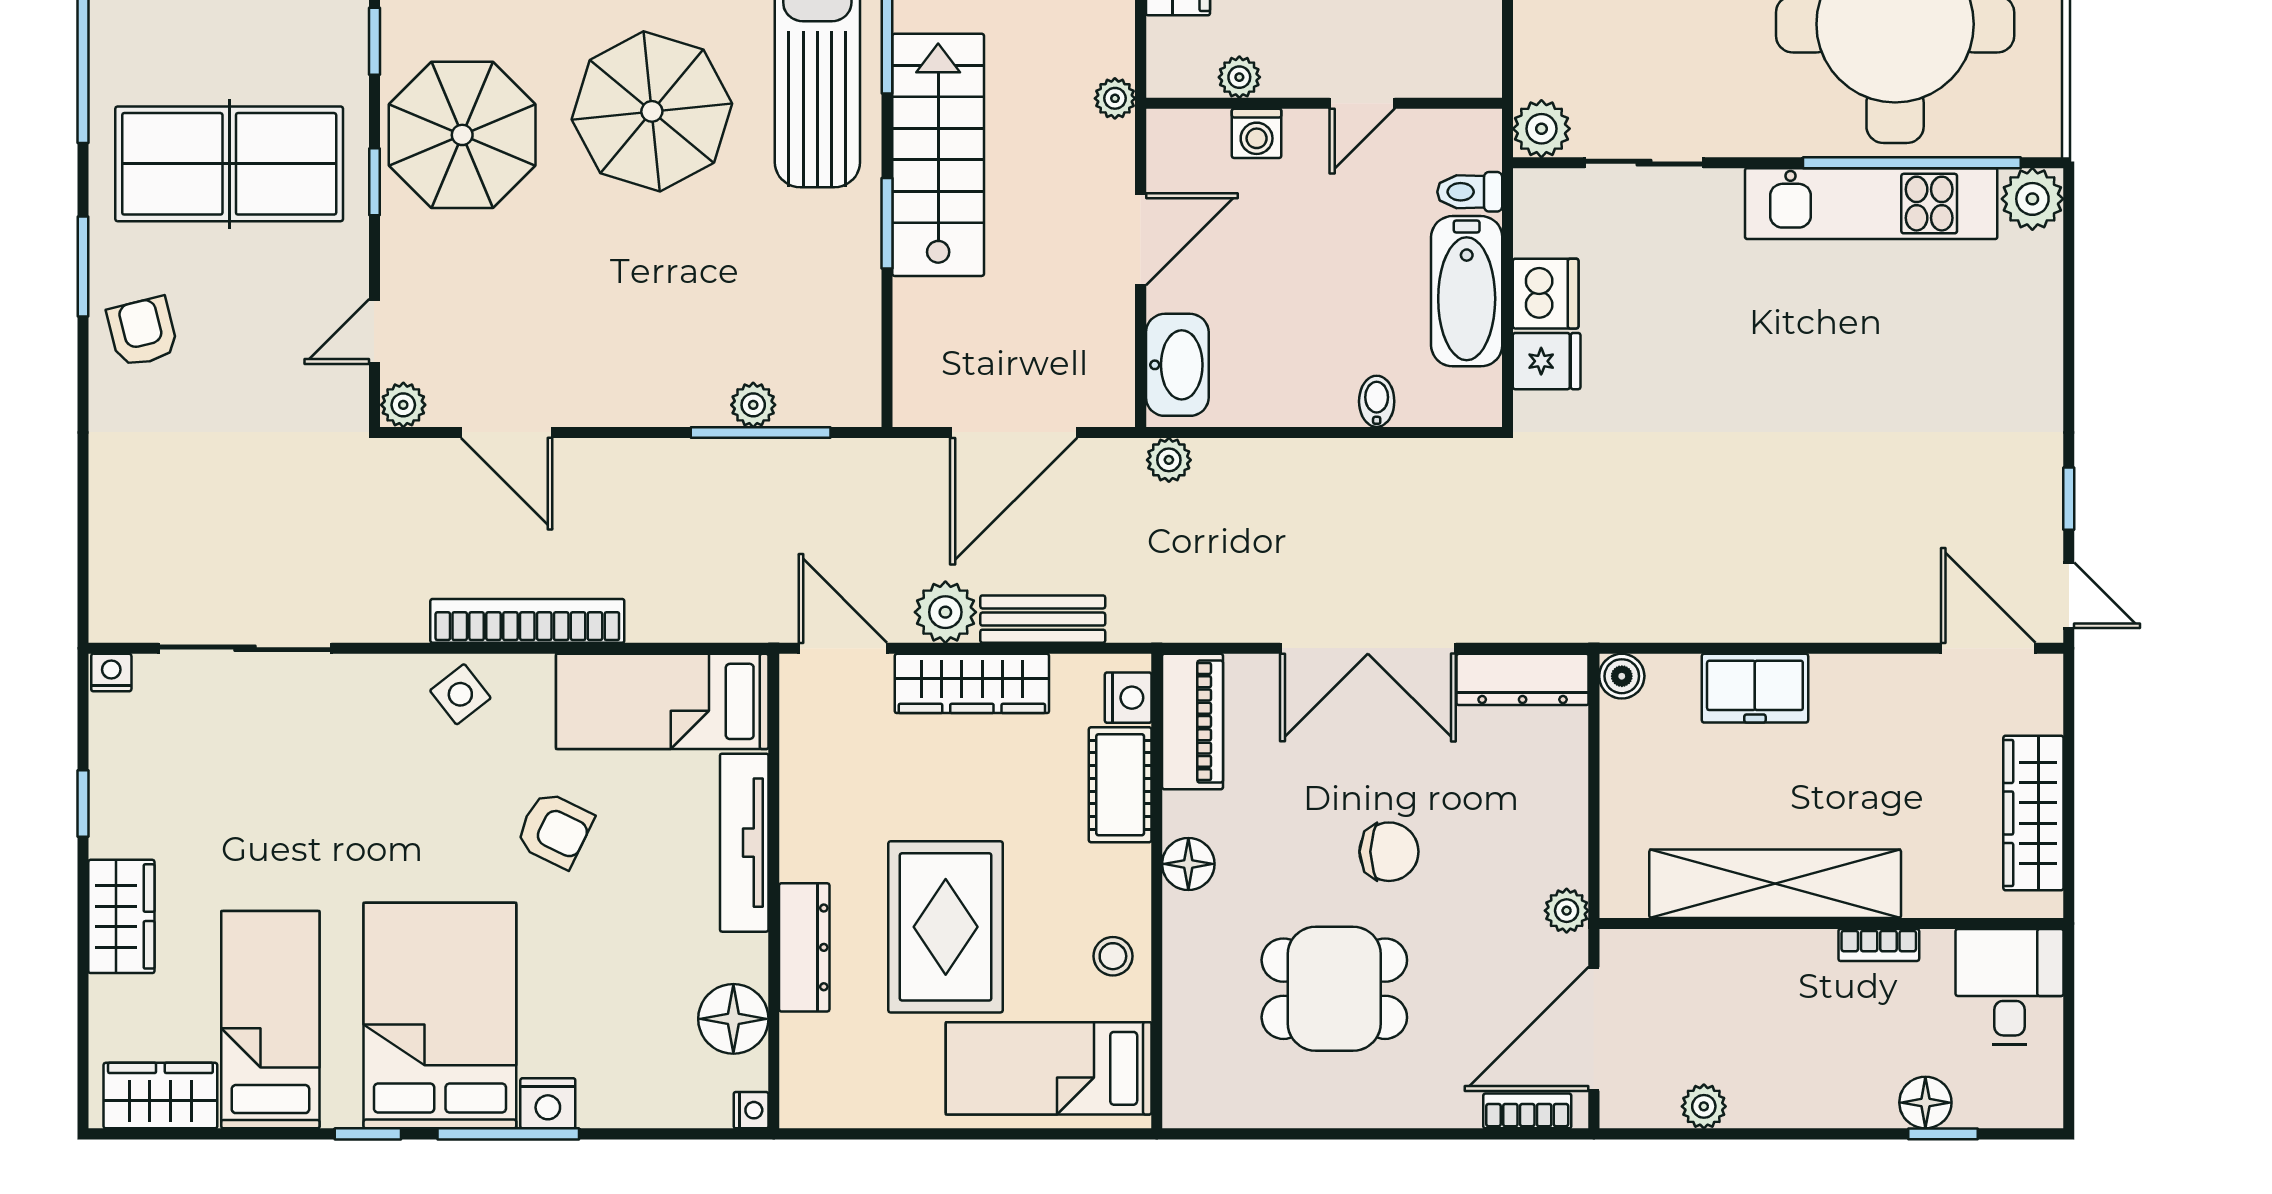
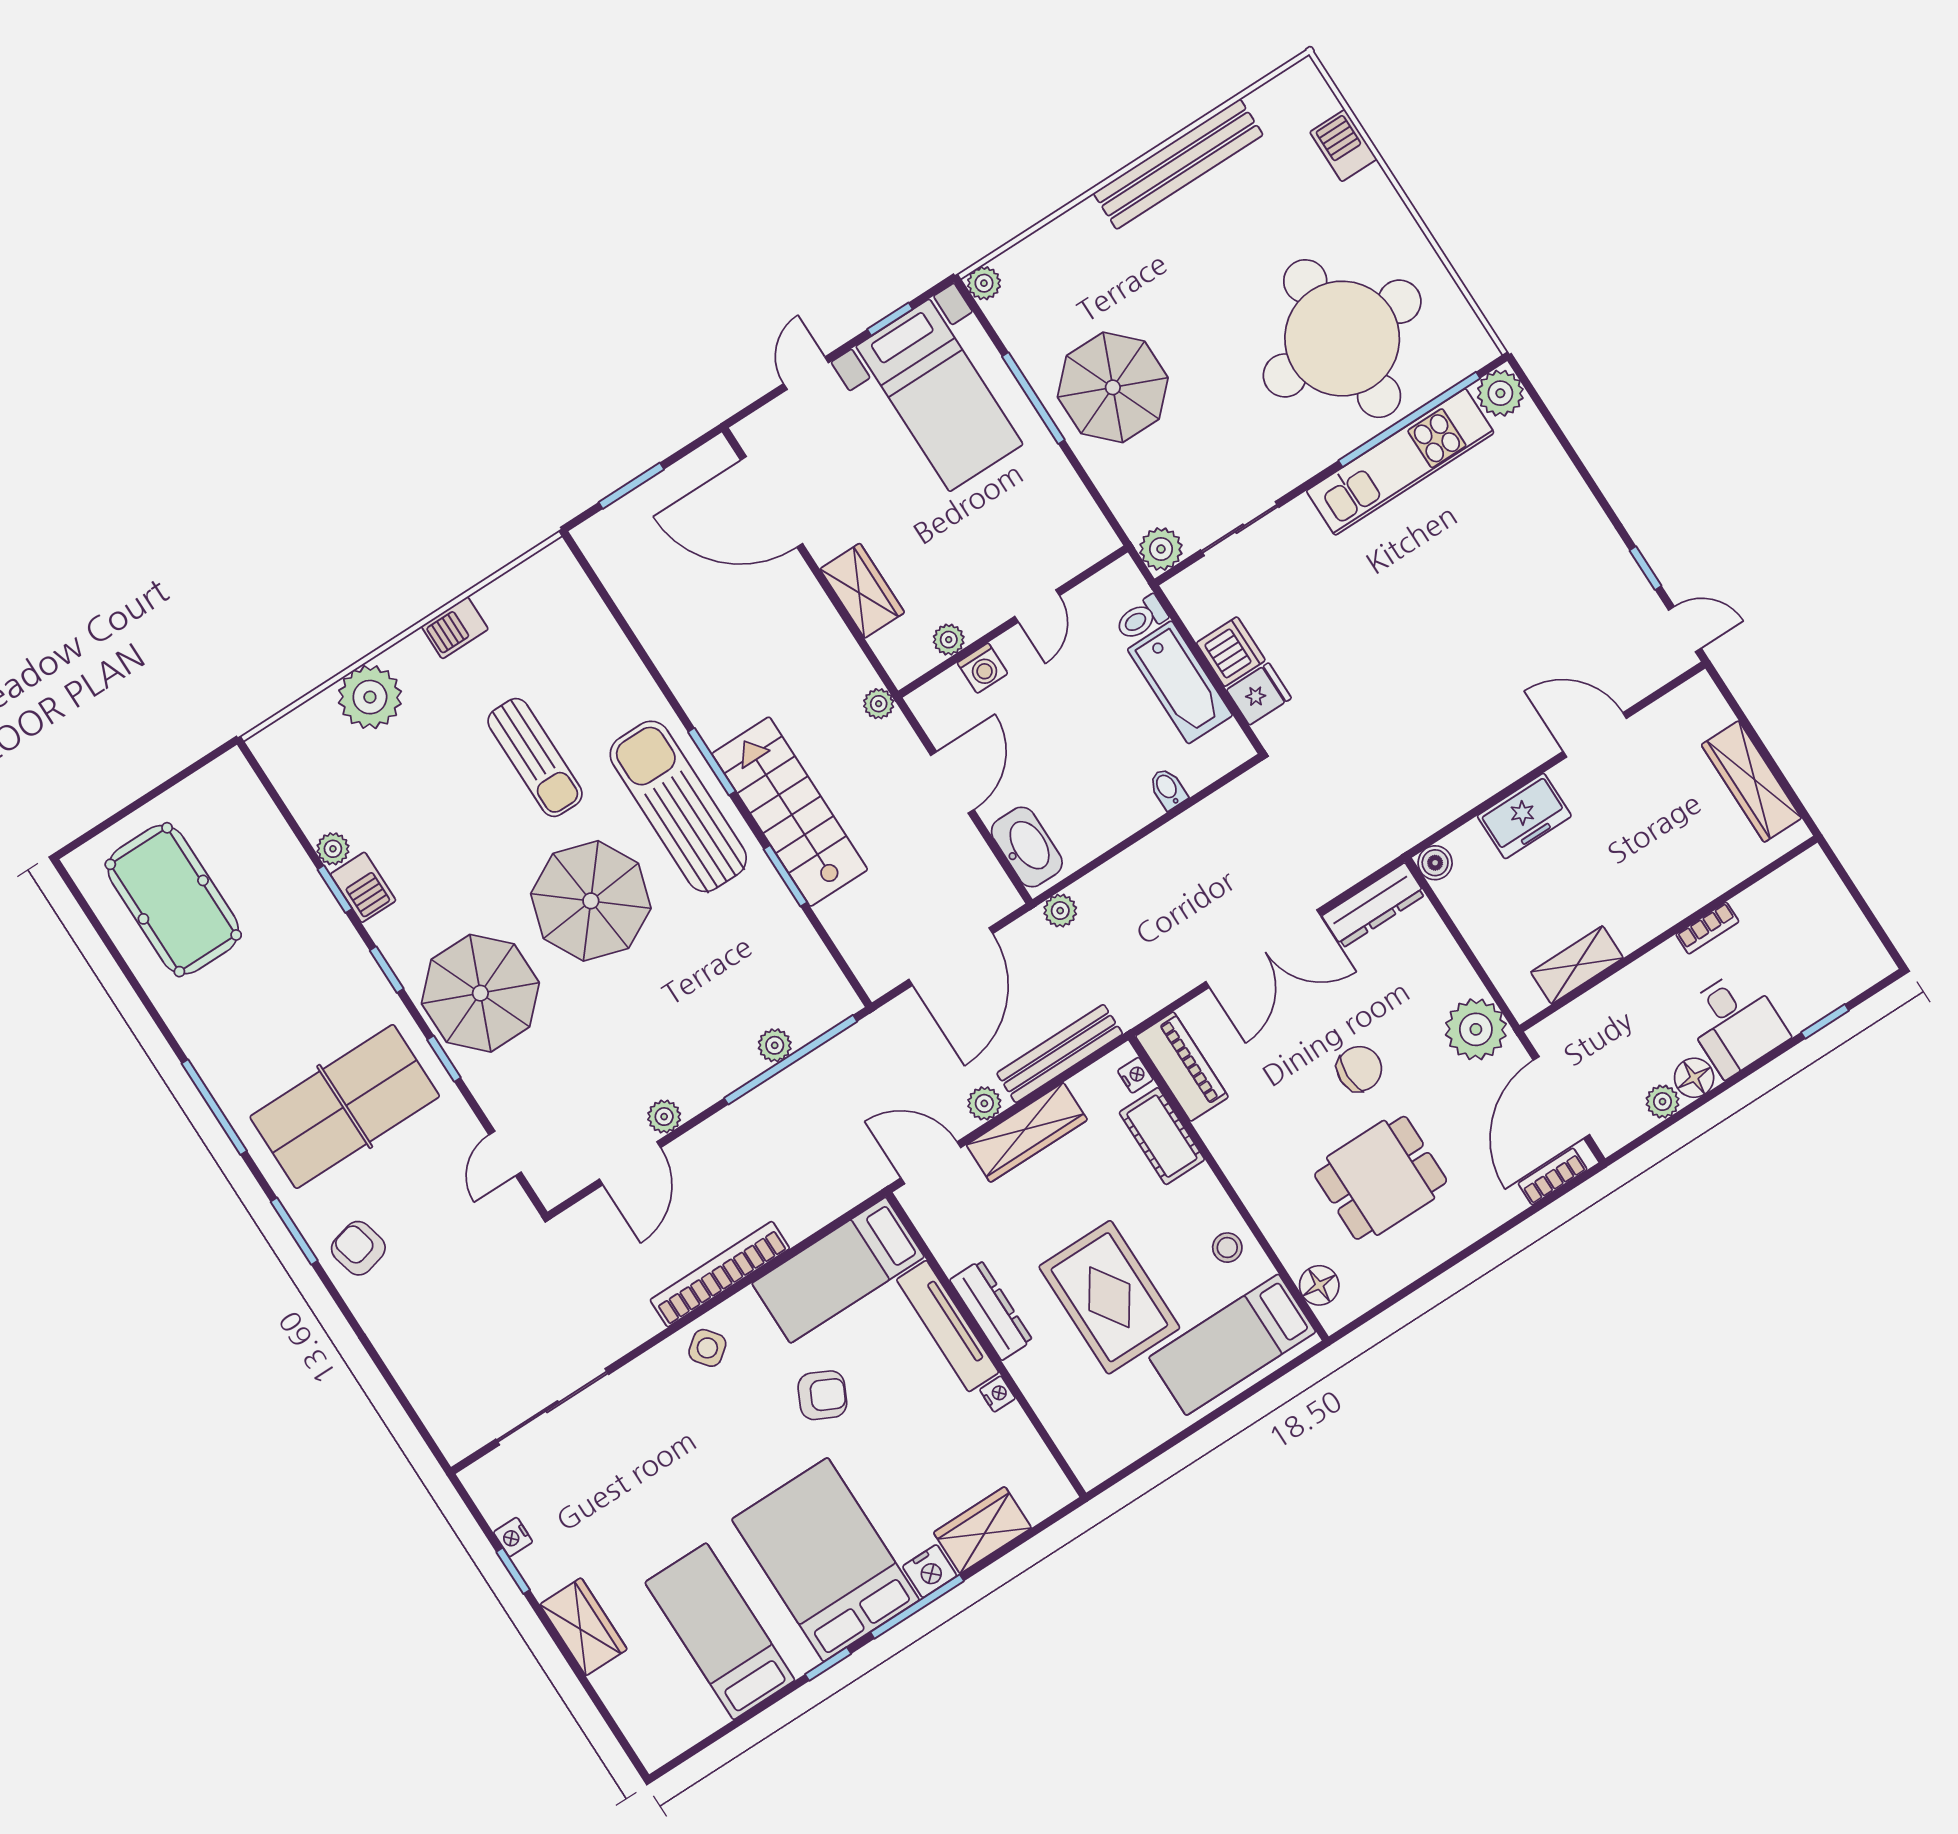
plant: (403, 405) -> (664, 1117), moved
door: (507, 432) -> (630, 1163), hinge flipped
window: (761, 432) -> (791, 1060), width x1.46
plant: (945, 612) -> (984, 1103), width x0.73, depth x0.73
bench: (1043, 619) -> (1060, 1054), width x1.36
door: (1988, 648) -> (1595, 735), moved
nightstand: (111, 673) -> (513, 1537), moved, turned -90
nightstand: (1128, 698) -> (1135, 1075), width x0.72, depth x0.74
floor lamp: (1188, 864) -> (1319, 1285), moved
shelving: (1775, 884) -> (1577, 965), width x0.45, depth x0.75
plant: (1567, 911) -> (1476, 1029), width x1.88, depth x1.88
dresser: (804, 947) -> (991, 1310), moved
desk: (2009, 987) -> (1735, 1023), moved, turned 180
floor lamp: (733, 1019) -> (1013, 1442), removed
wardrobe: (160, 1096) -> (982, 1530), moved
floor lamp: (1925, 1103) -> (1694, 1078), moved
nightstand: (751, 1110) -> (997, 1394), moved

